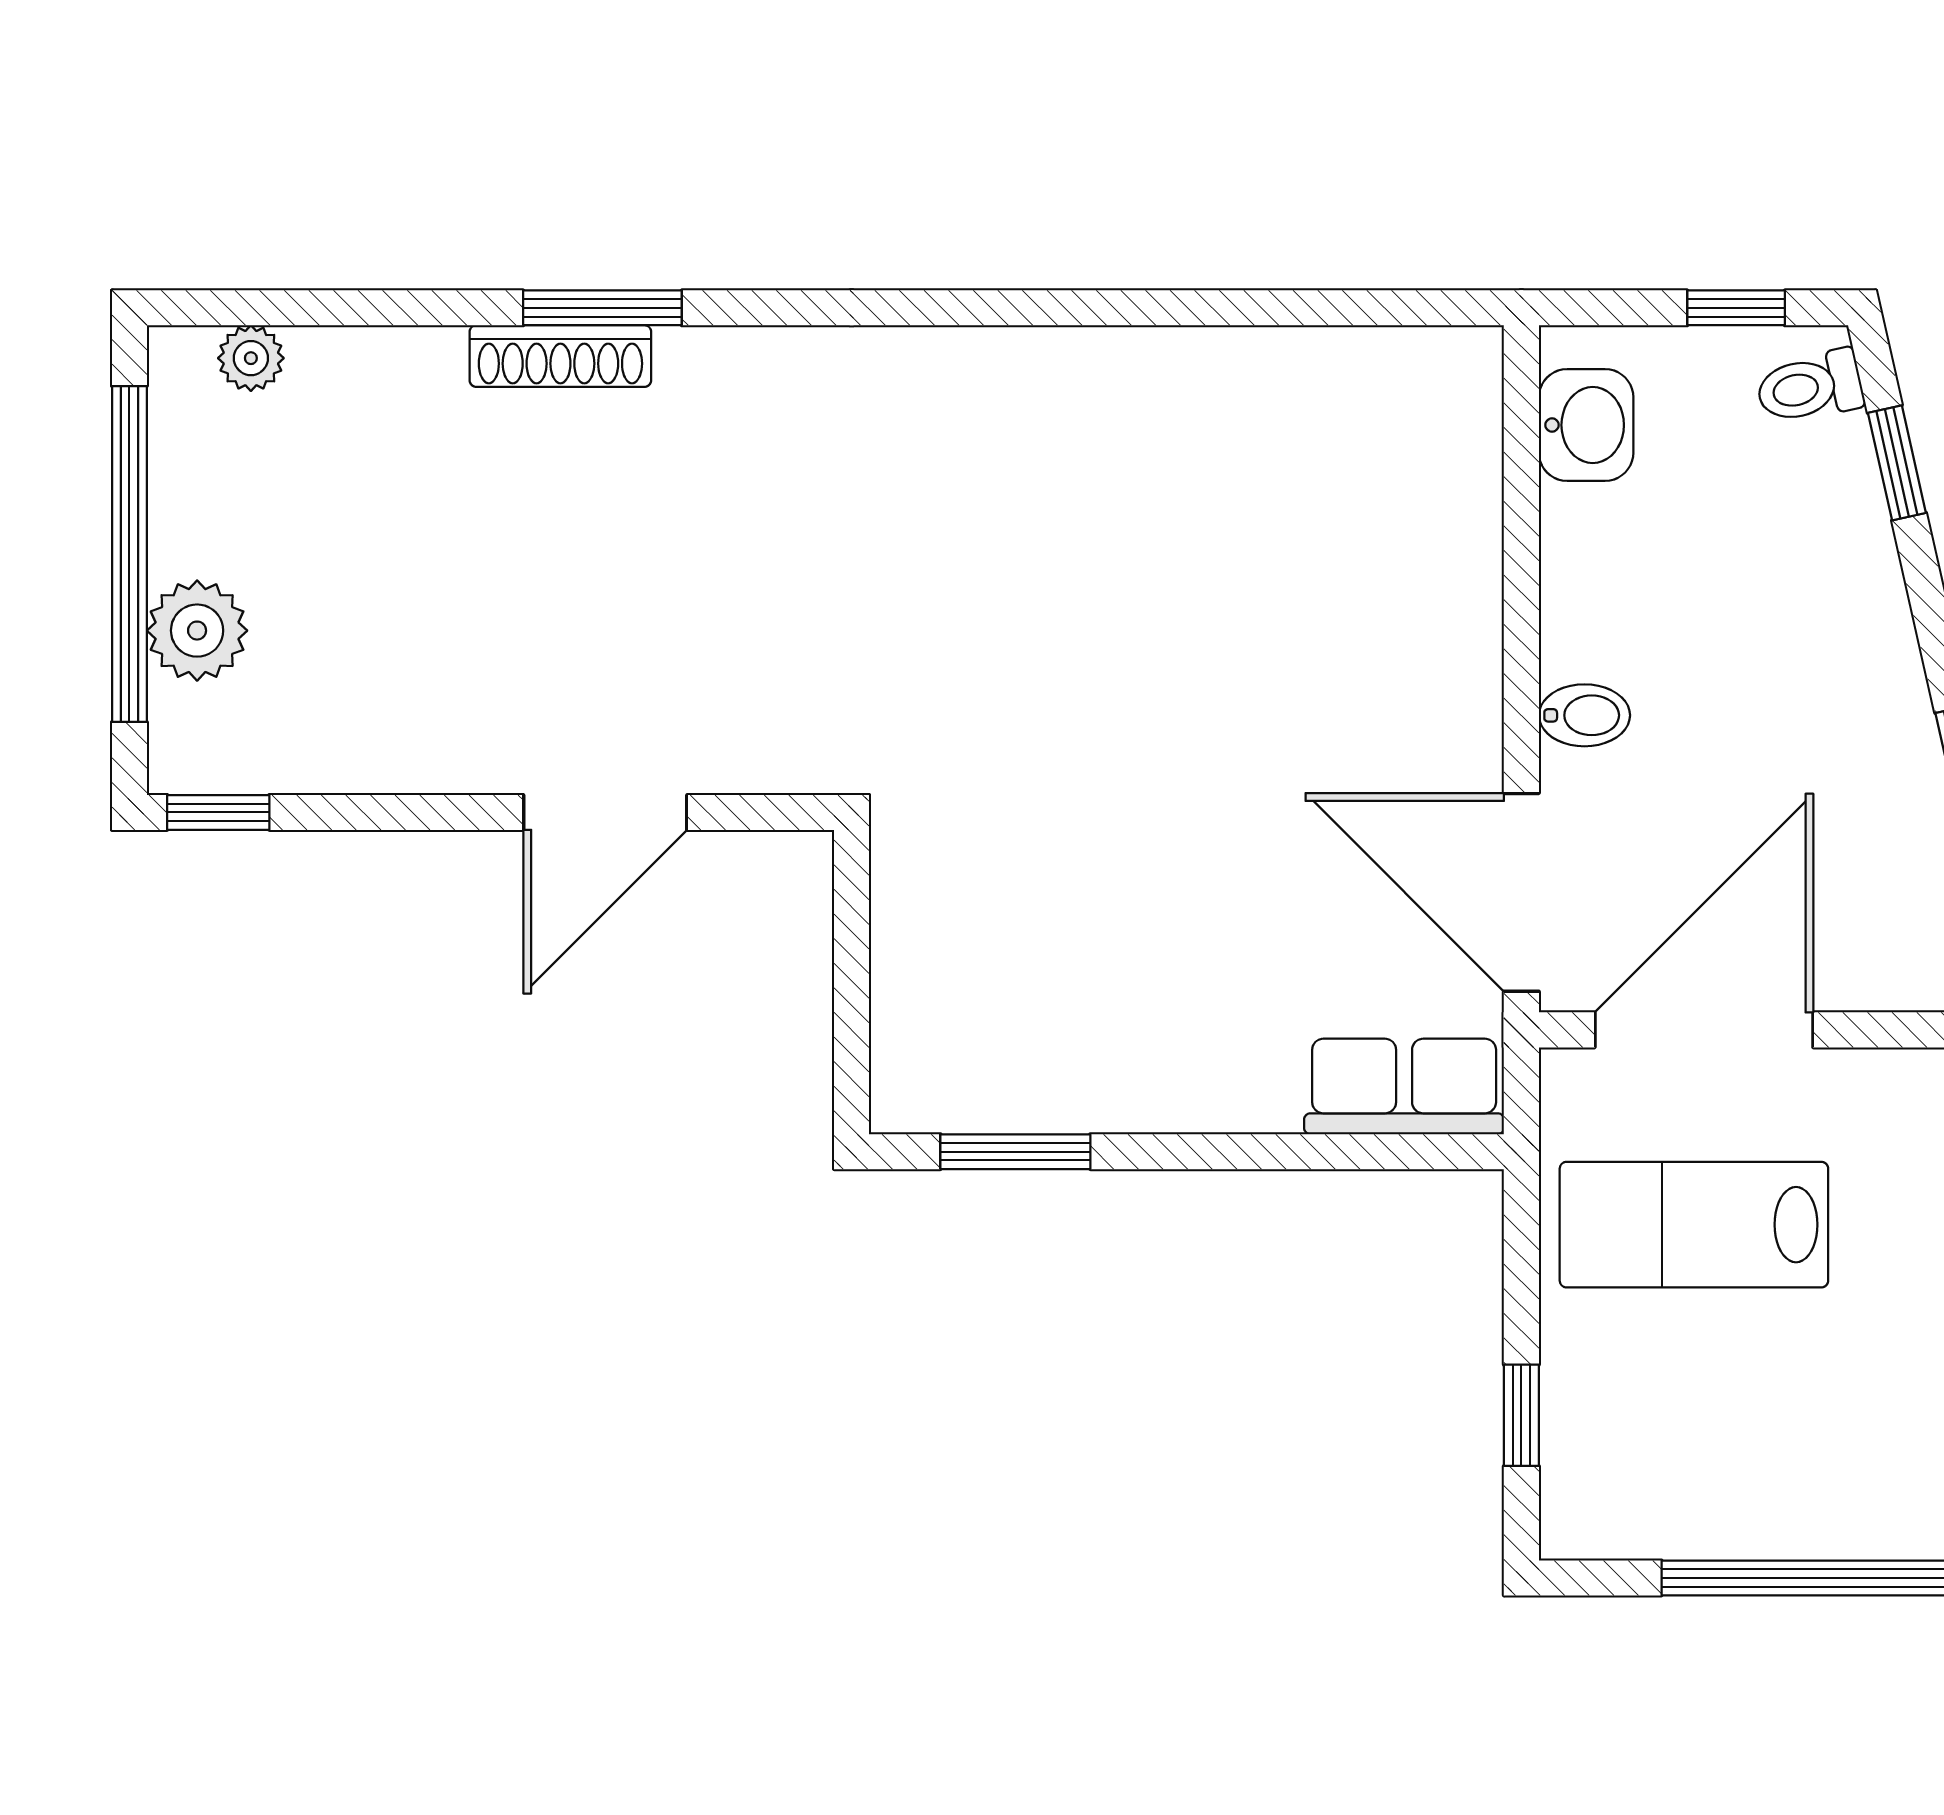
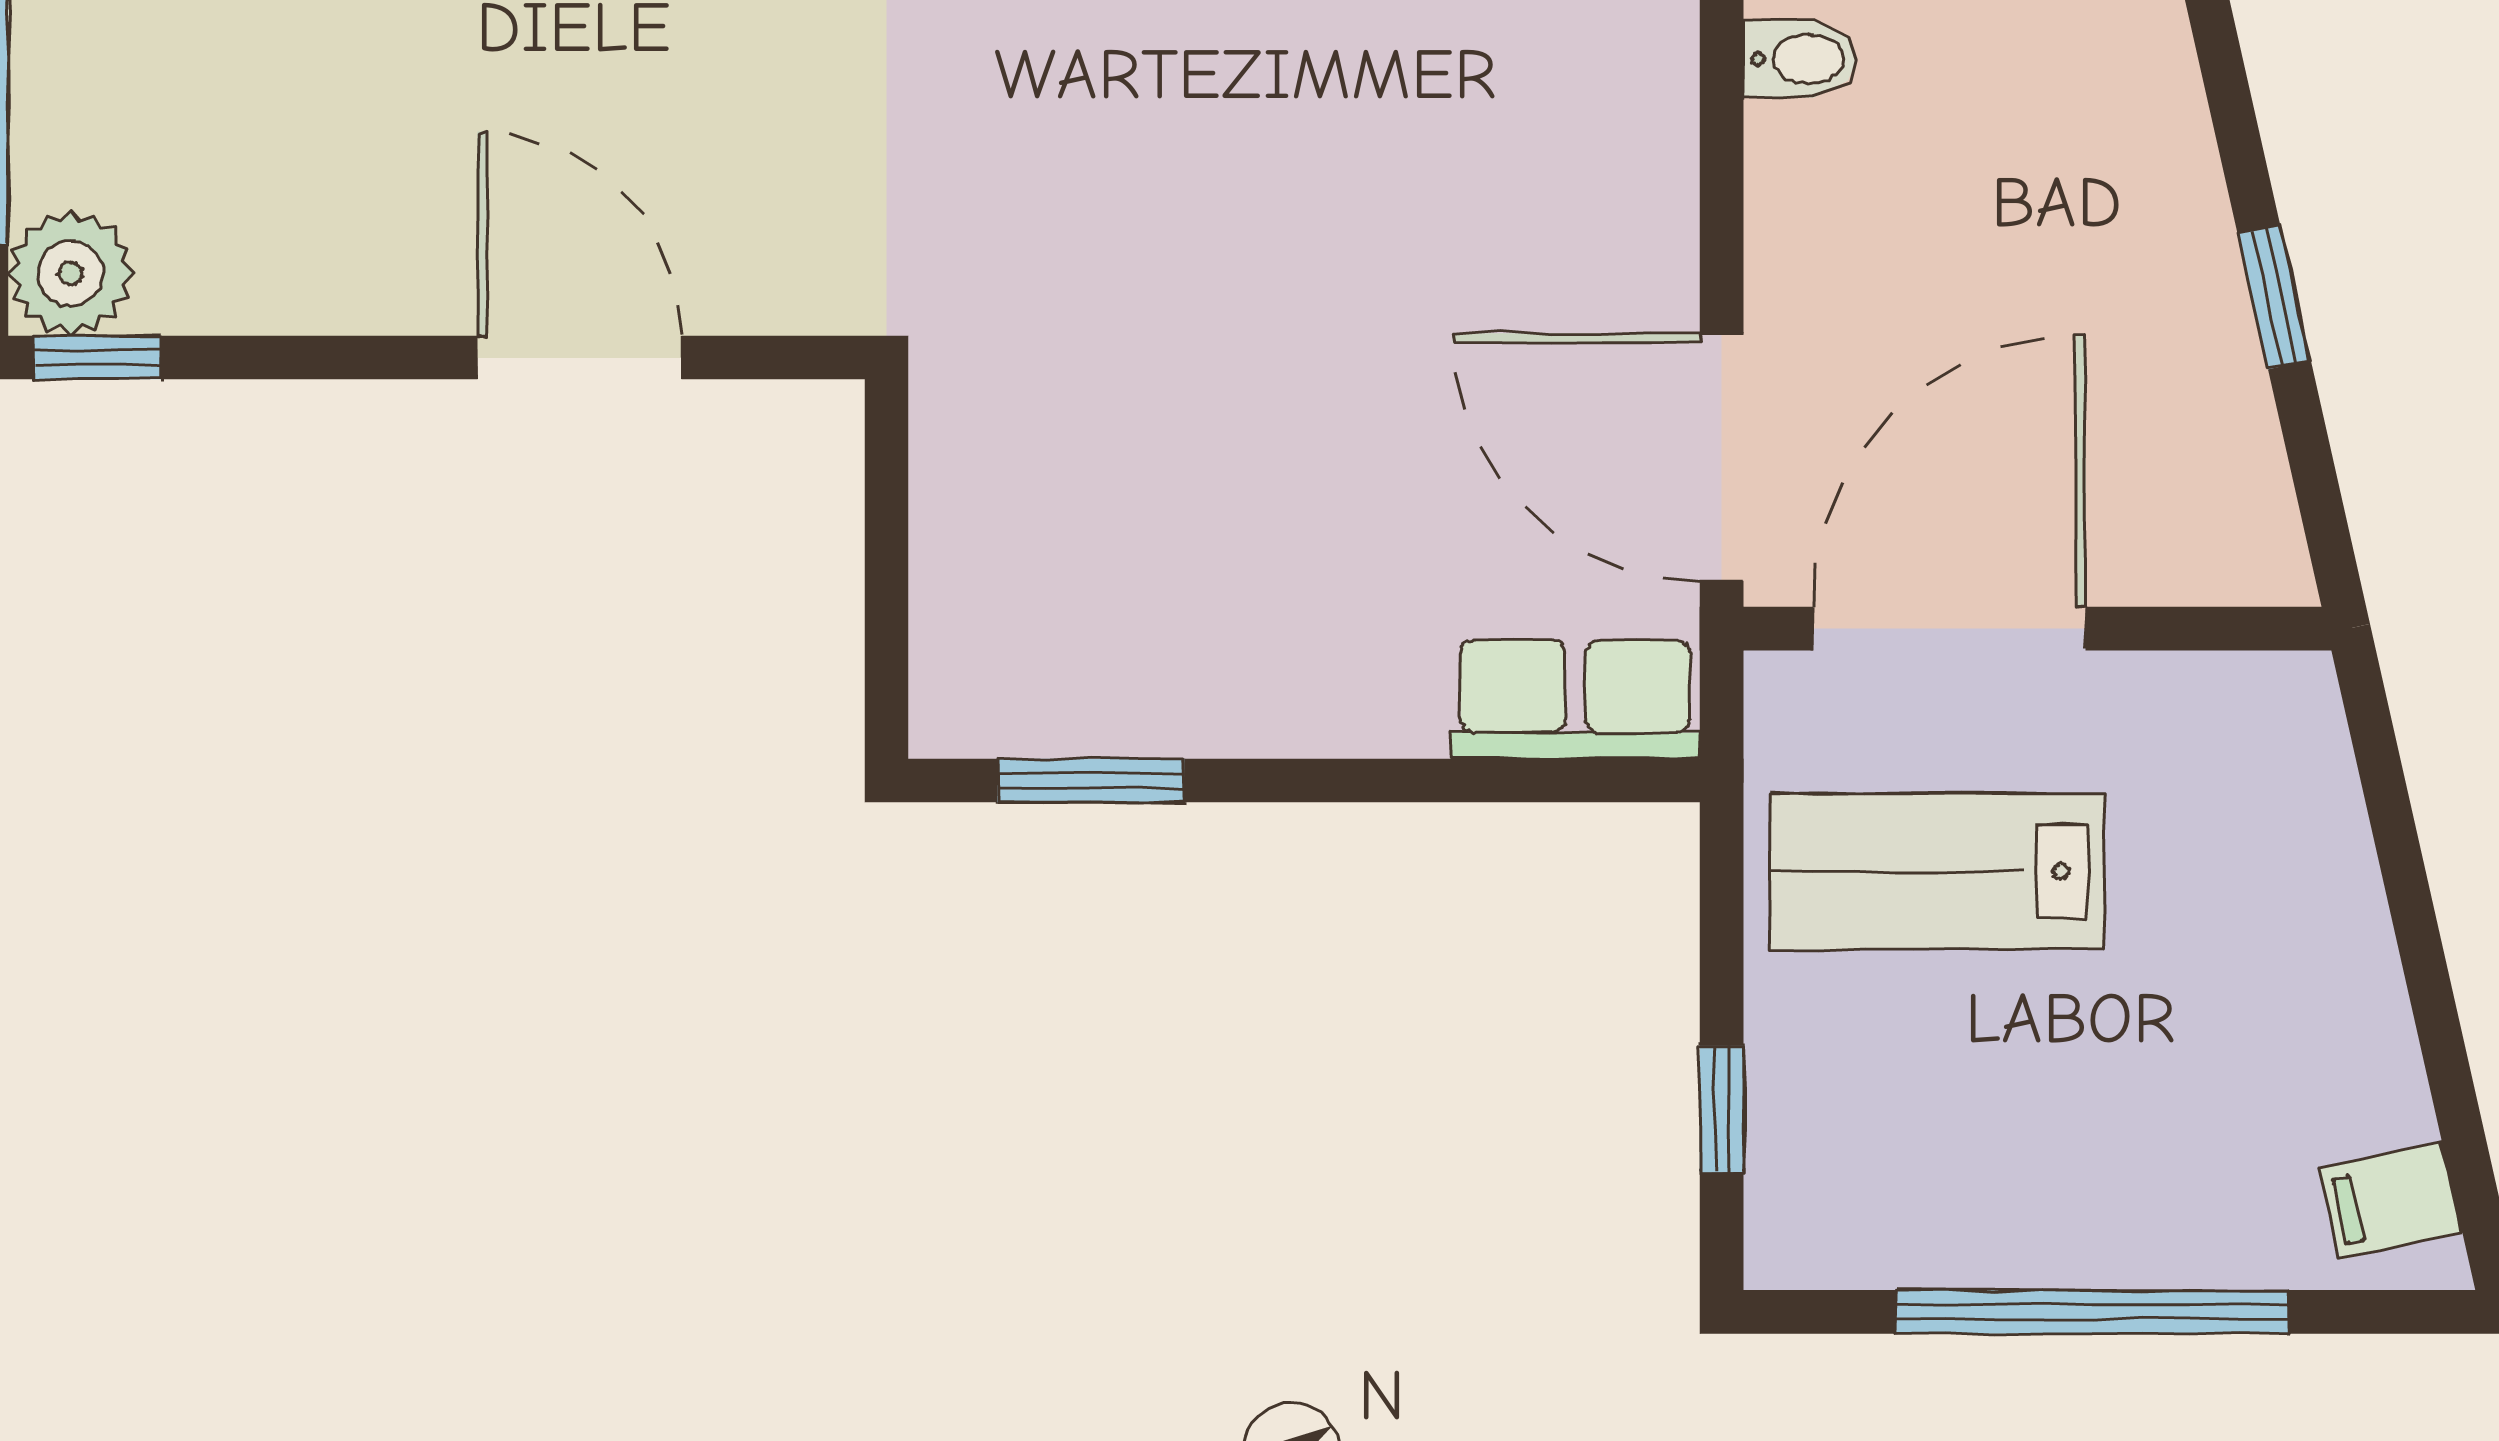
plant: (197, 631) -> (71, 273), moved
bidet: (1584, 715) -> (1800, 59), moved
door: (605, 812) -> (580, 358), swing flipped

